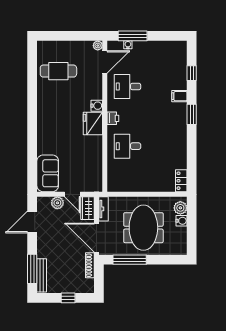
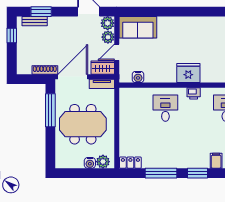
water cooler: (97, 106) -> (138, 77), moved
window: (192, 151) -> (161, 173), added
plant: (44, 203) -> (108, 23), added
window: (32, 269) -> (41, 12), width x0.69
bench: (42, 275) -> (35, 21), width x0.73
window: (68, 298) -> (12, 35), moved

